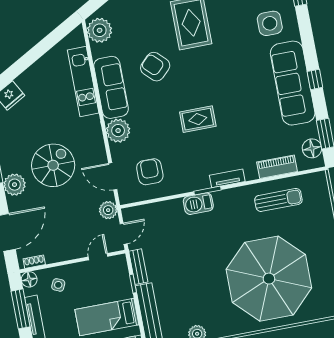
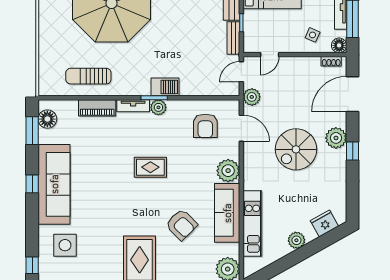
plant: (35, 73) -> (296, 240), added
piano: (277, 167) -> (97, 108), moved
plant: (201, 182) -> (158, 107), added

